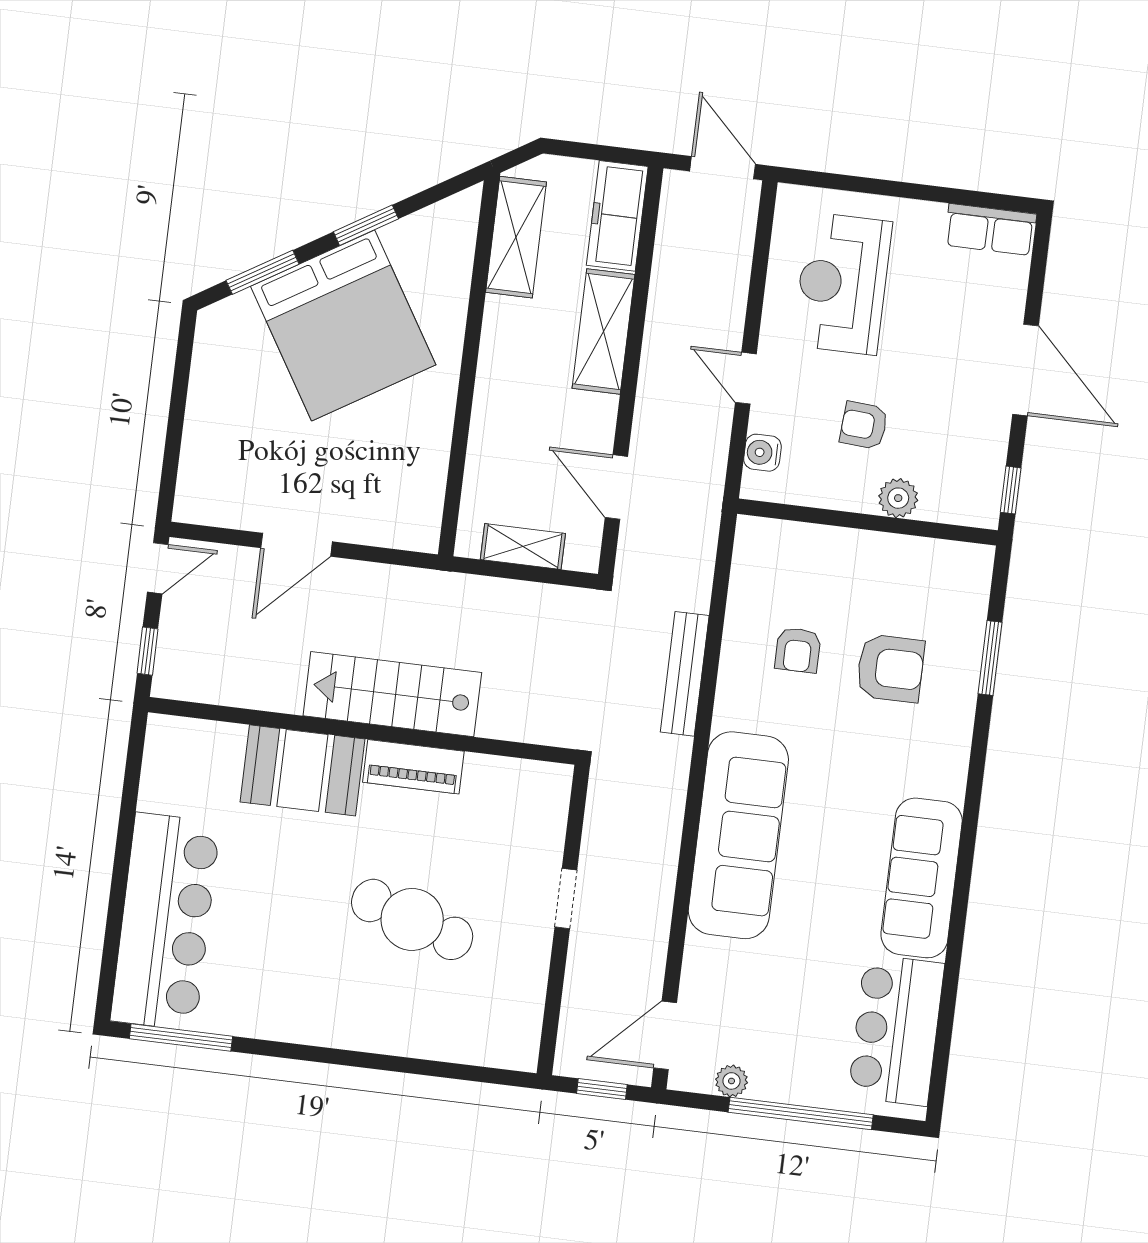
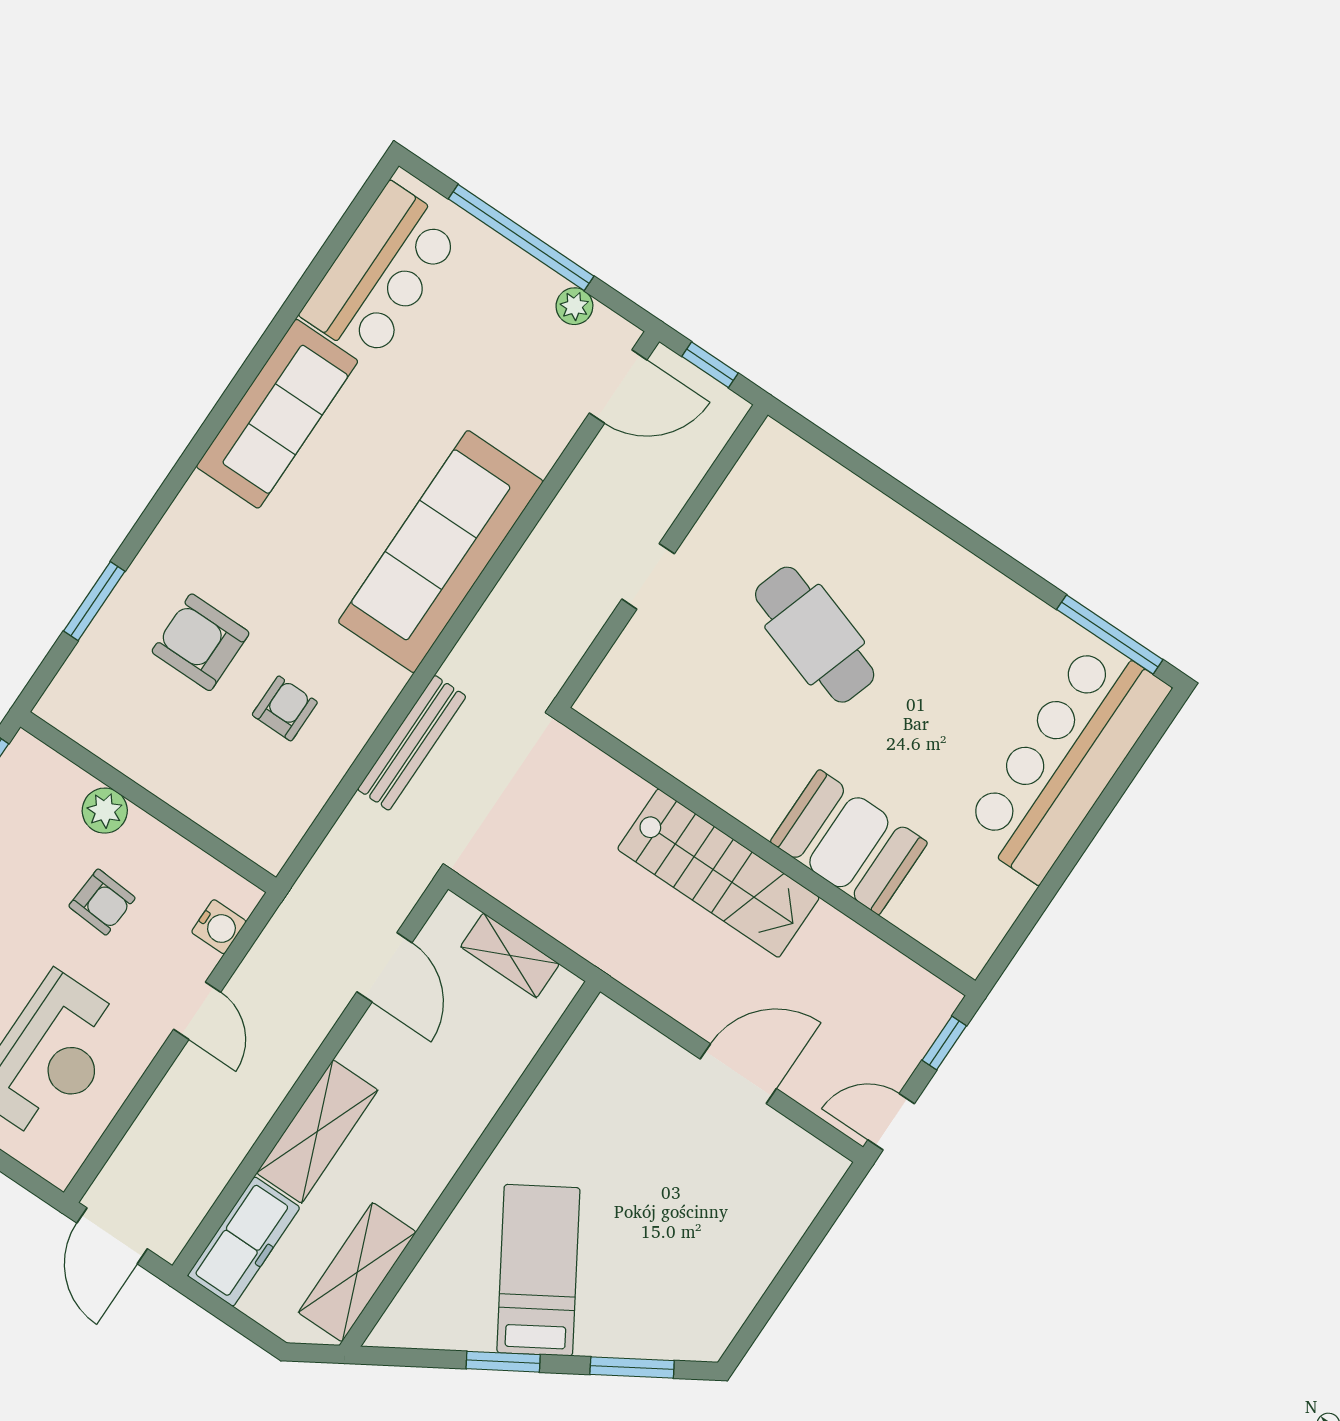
bed: (343, 325) -> (538, 1270), width x0.49
piano: (413, 767) -> (735, 789), removed

